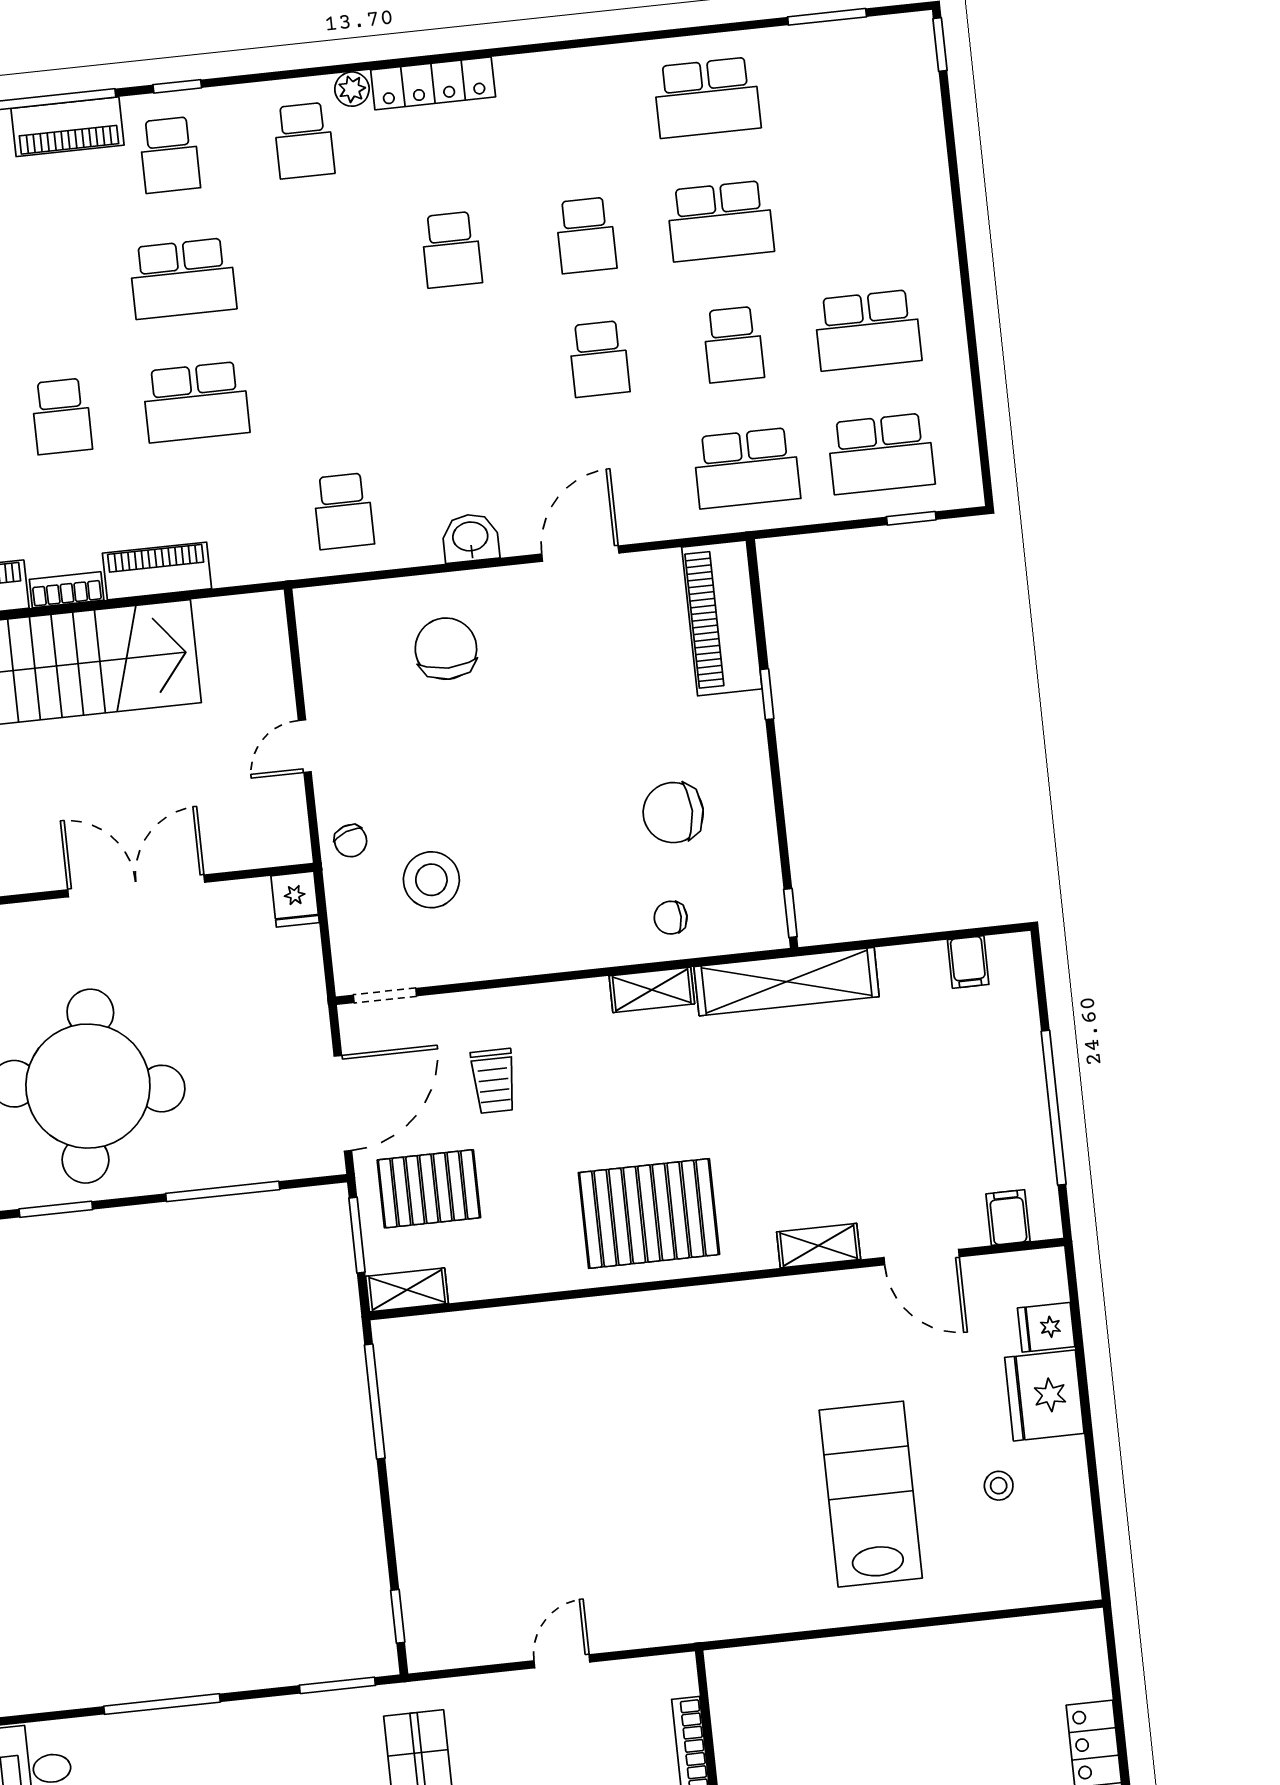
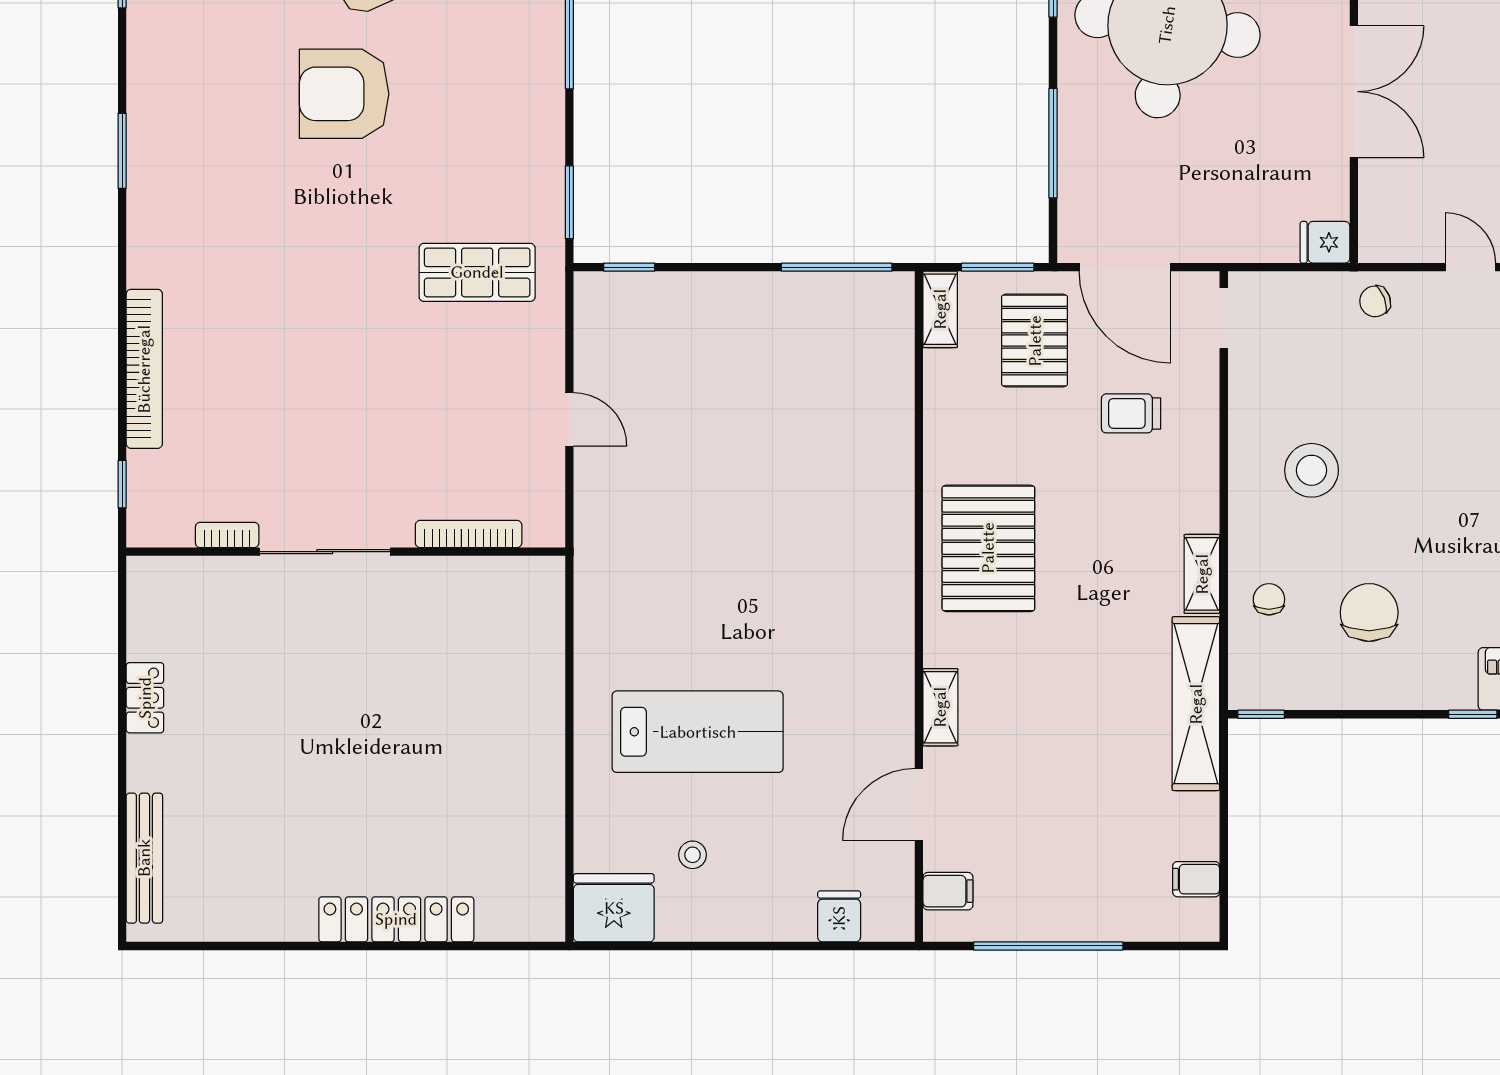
stool: (431, 880) -> (1312, 470), moved
fridge: (1044, 1395) -> (614, 908), moved

